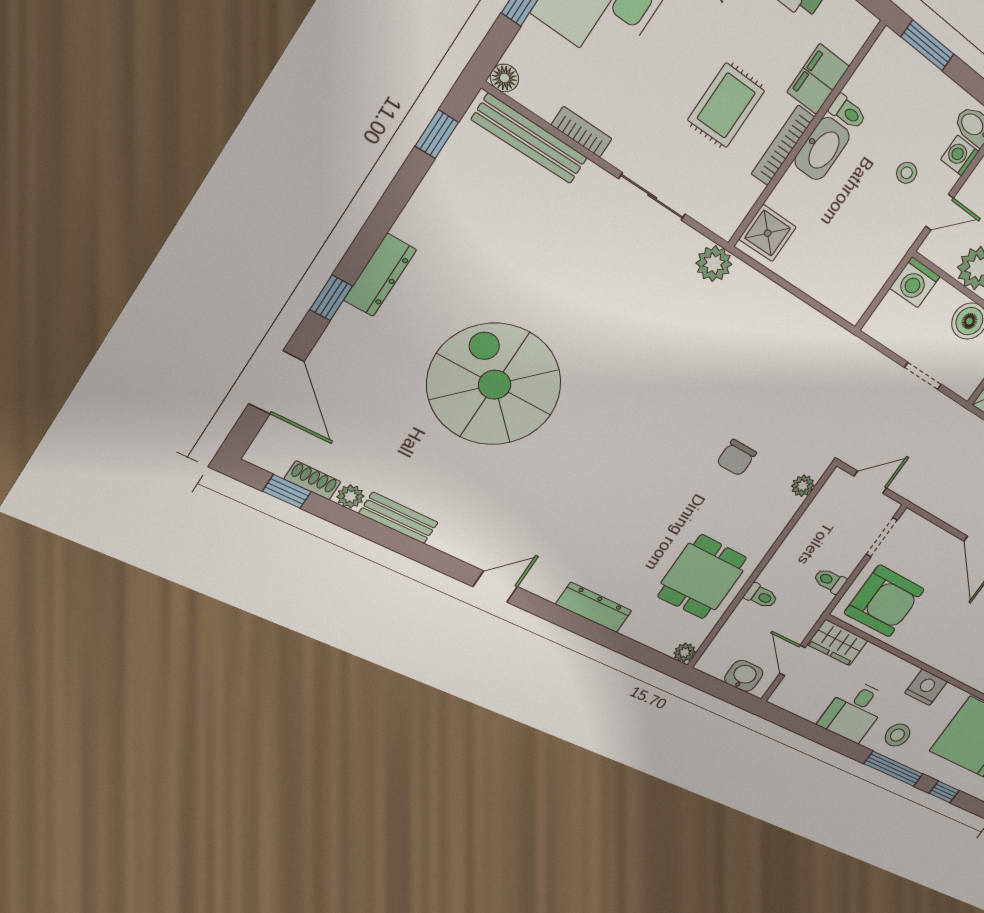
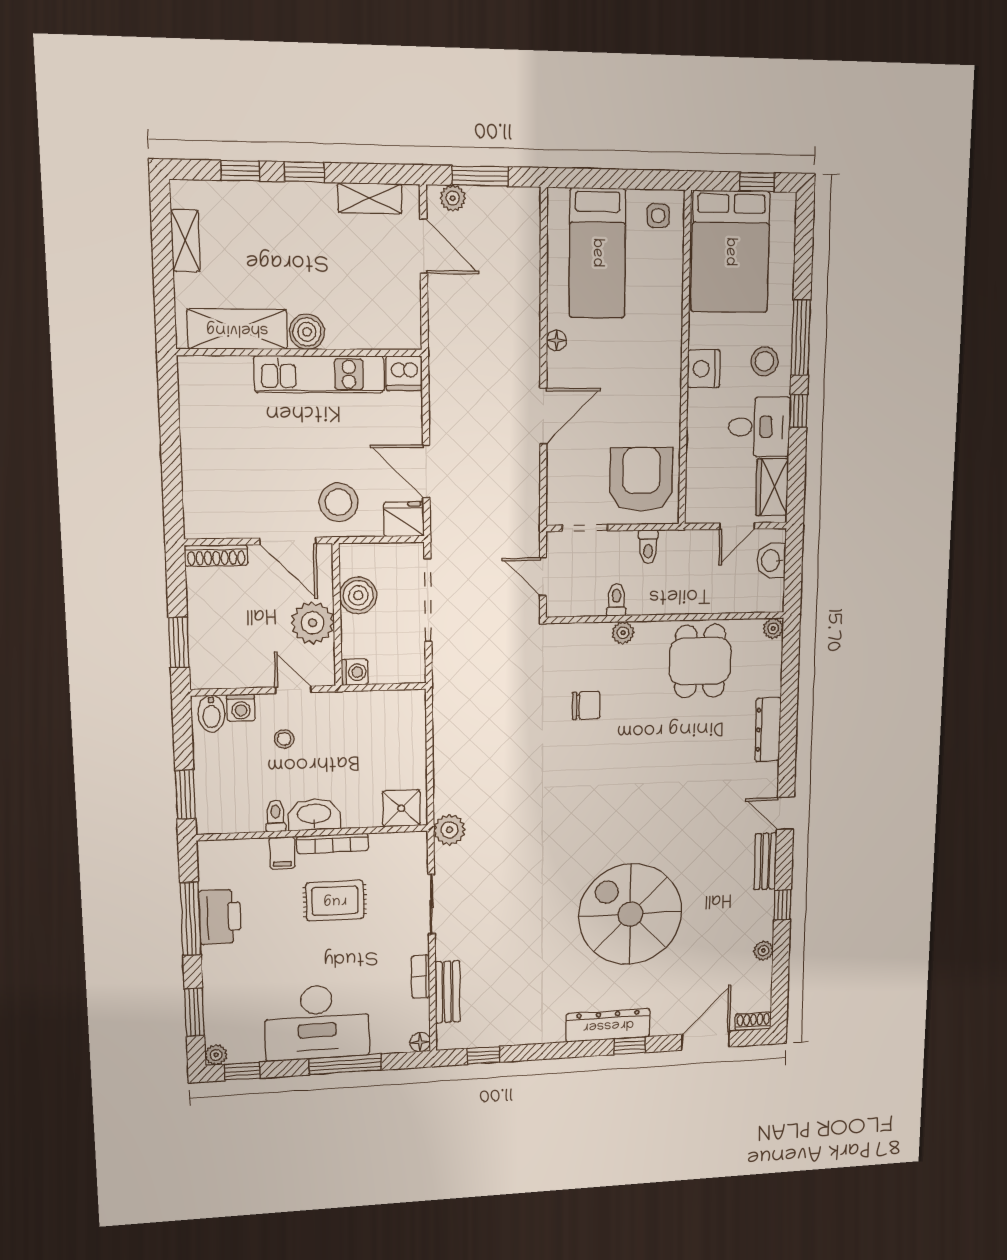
filing cabinet: (818, 79) -> (282, 853), width x0.50
bench: (530, 139) -> (448, 992), width x0.73
dresser: (380, 275) -> (608, 1025), width x1.37, depth x1.24
washing machine: (915, 282) -> (355, 672), width x0.73, depth x0.73
doorway: (923, 376) -> (428, 600), width x1.87
spiral stairs: (495, 385) -> (630, 914), turned 90
shoe rack: (312, 480) -> (753, 1022), moved, turned 90
plant: (803, 486) -> (623, 633), moved
window: (287, 491) -> (782, 905), moved
bench: (399, 518) -> (765, 861), moved
dining table: (702, 577) -> (700, 661), turned 90
toilet: (761, 596) -> (616, 600), moved
wardrobe: (838, 643) -> (772, 487), moved, turned 180
window: (944, 792) -> (798, 411), moved

